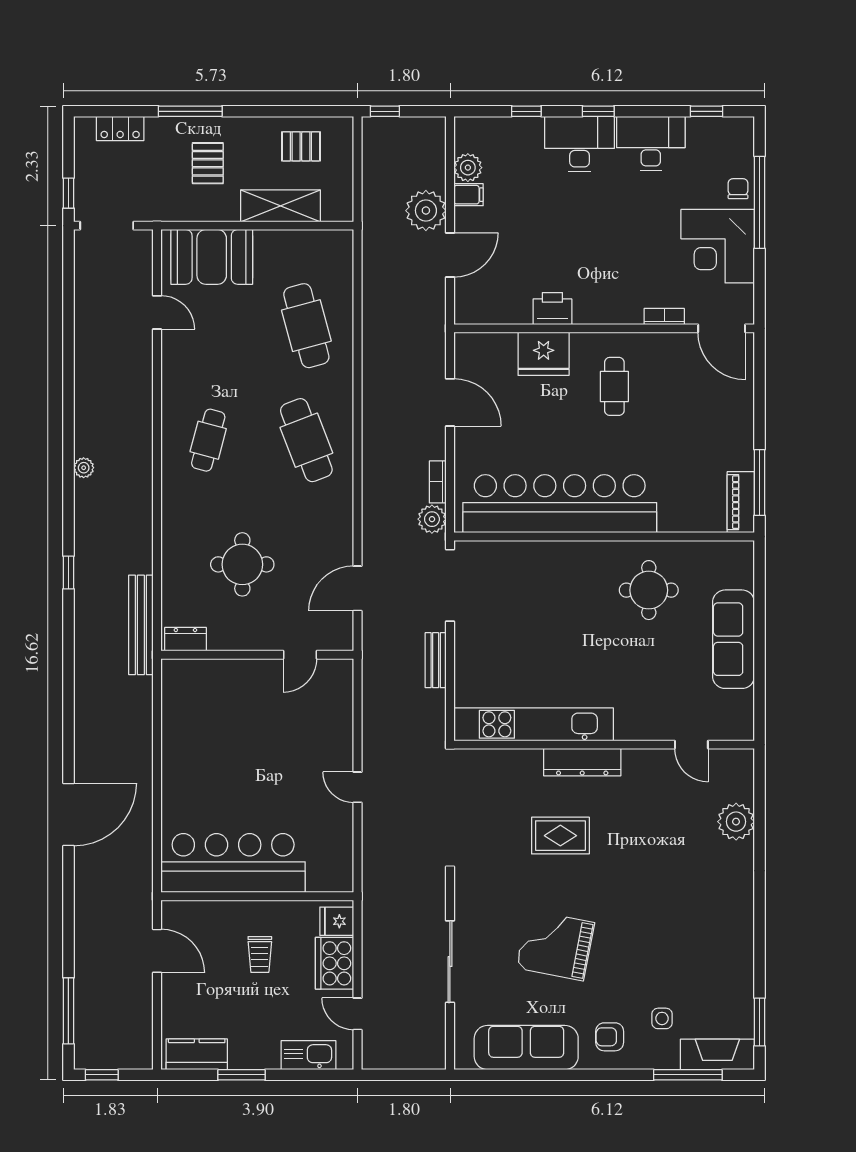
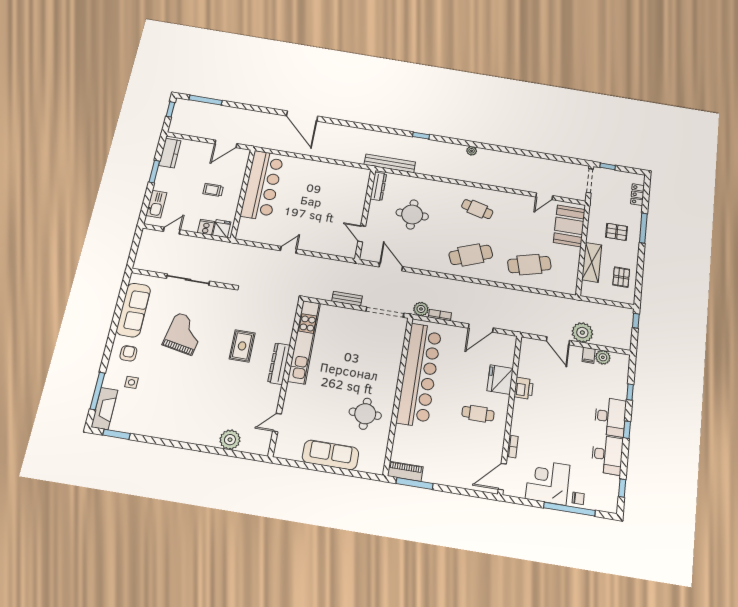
dresser: (185, 639) -> (378, 186), width x1.44
cooker: (335, 963) -> (206, 227), width x0.53, depth x0.76

